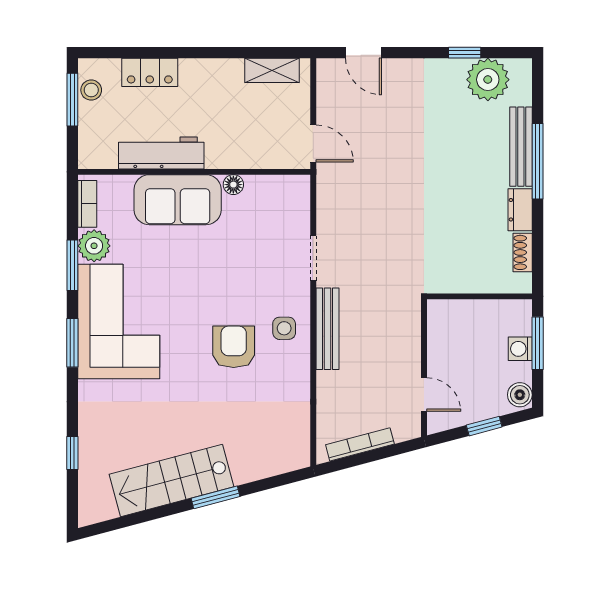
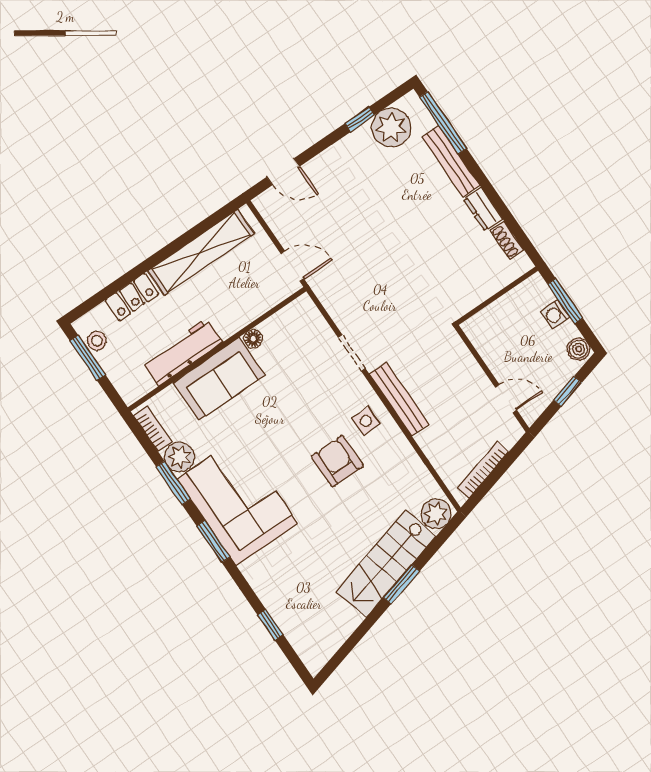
shelving: (272, 70) -> (201, 252), width x2.20, depth x1.33
window: (538, 161) -> (443, 123), moved
plant: (290, 455) -> (436, 514), added
stairs: (172, 480) -> (386, 564), moved

